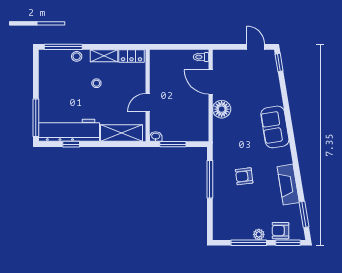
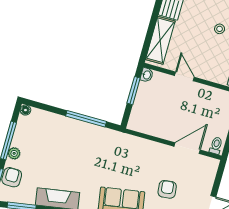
floor lamp: (222, 109) -> (25, 110), moved, width x0.53, depth x0.53
armchair: (244, 176) -> (167, 189), moved

